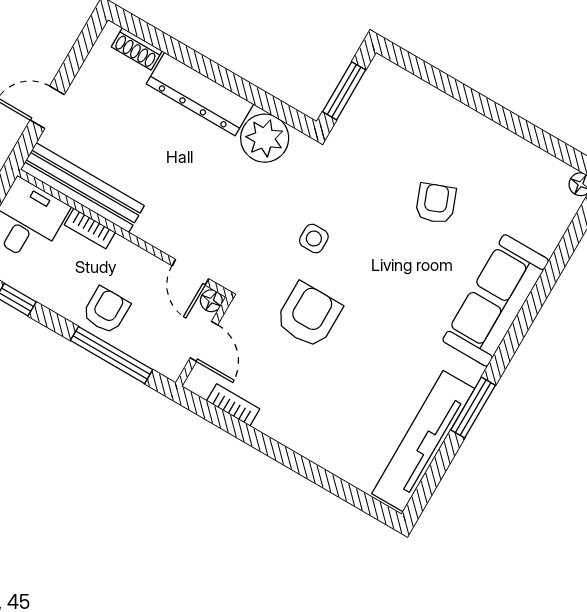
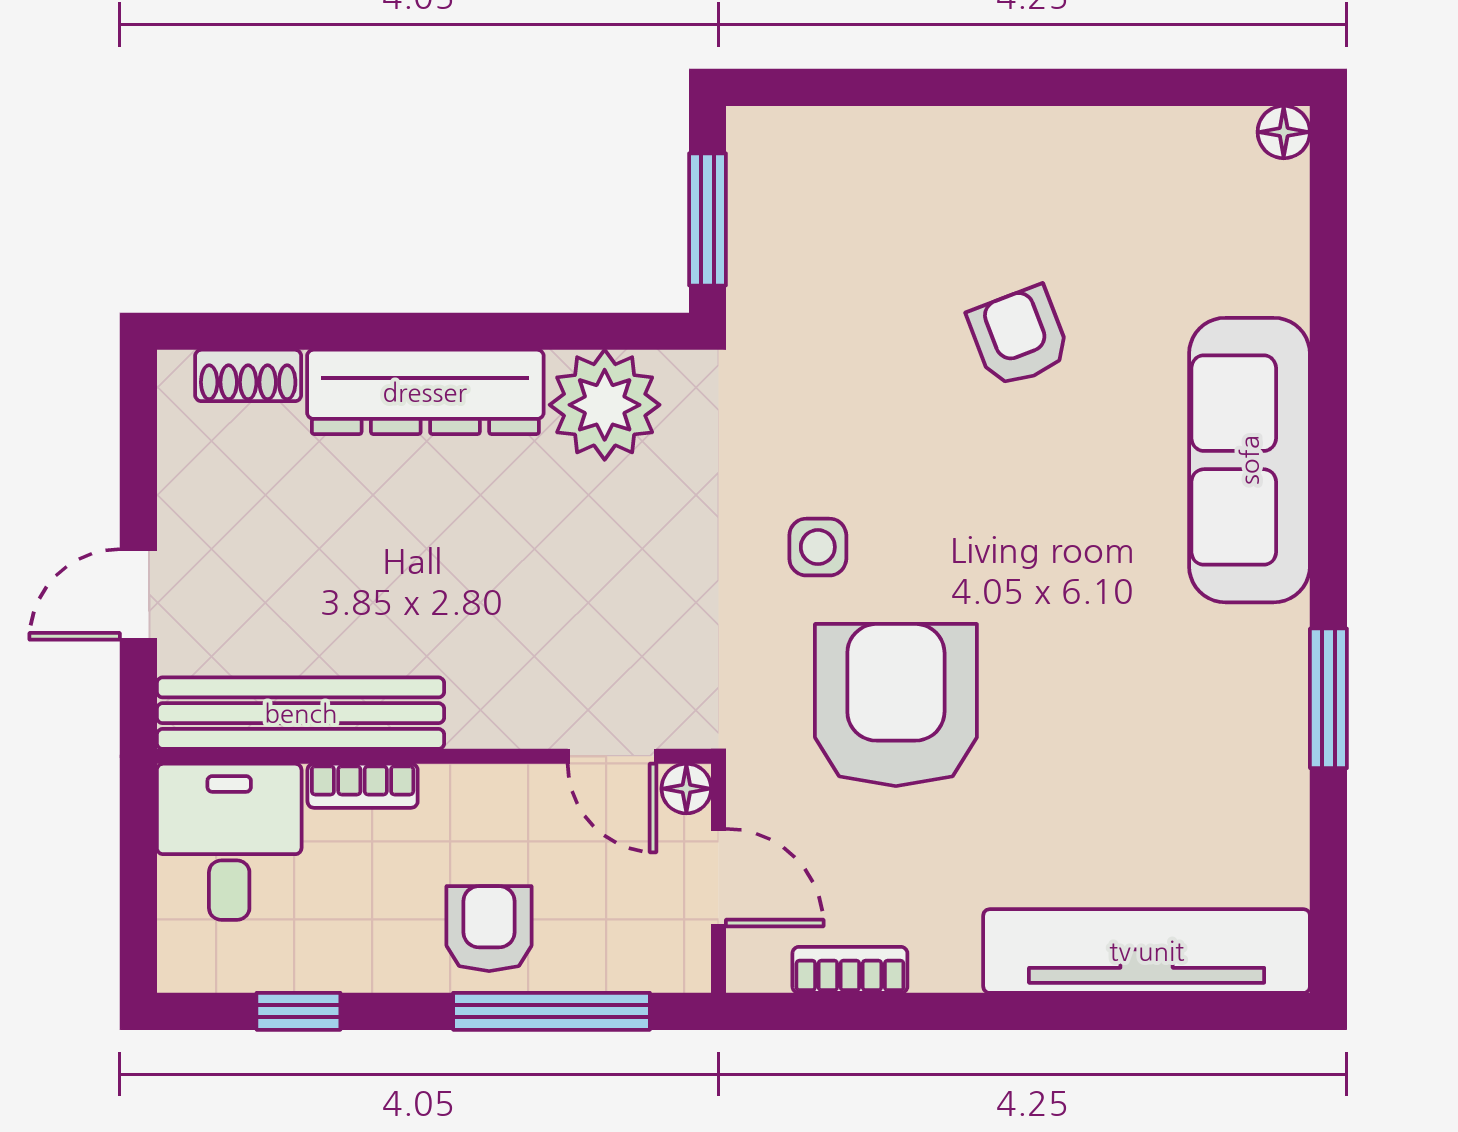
armchair: (309, 315) -> (896, 705), width x1.36, depth x1.36
tv unit: (423, 441) -> (1147, 951), moved, turned 90

